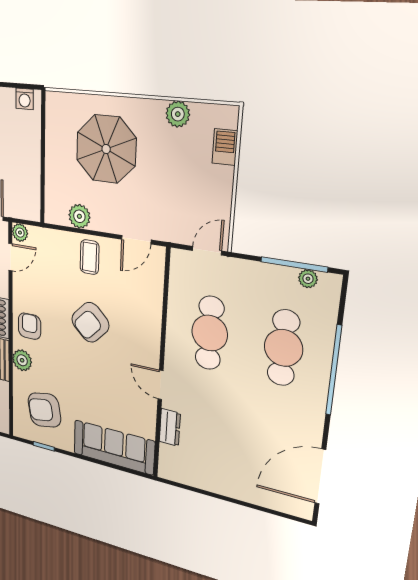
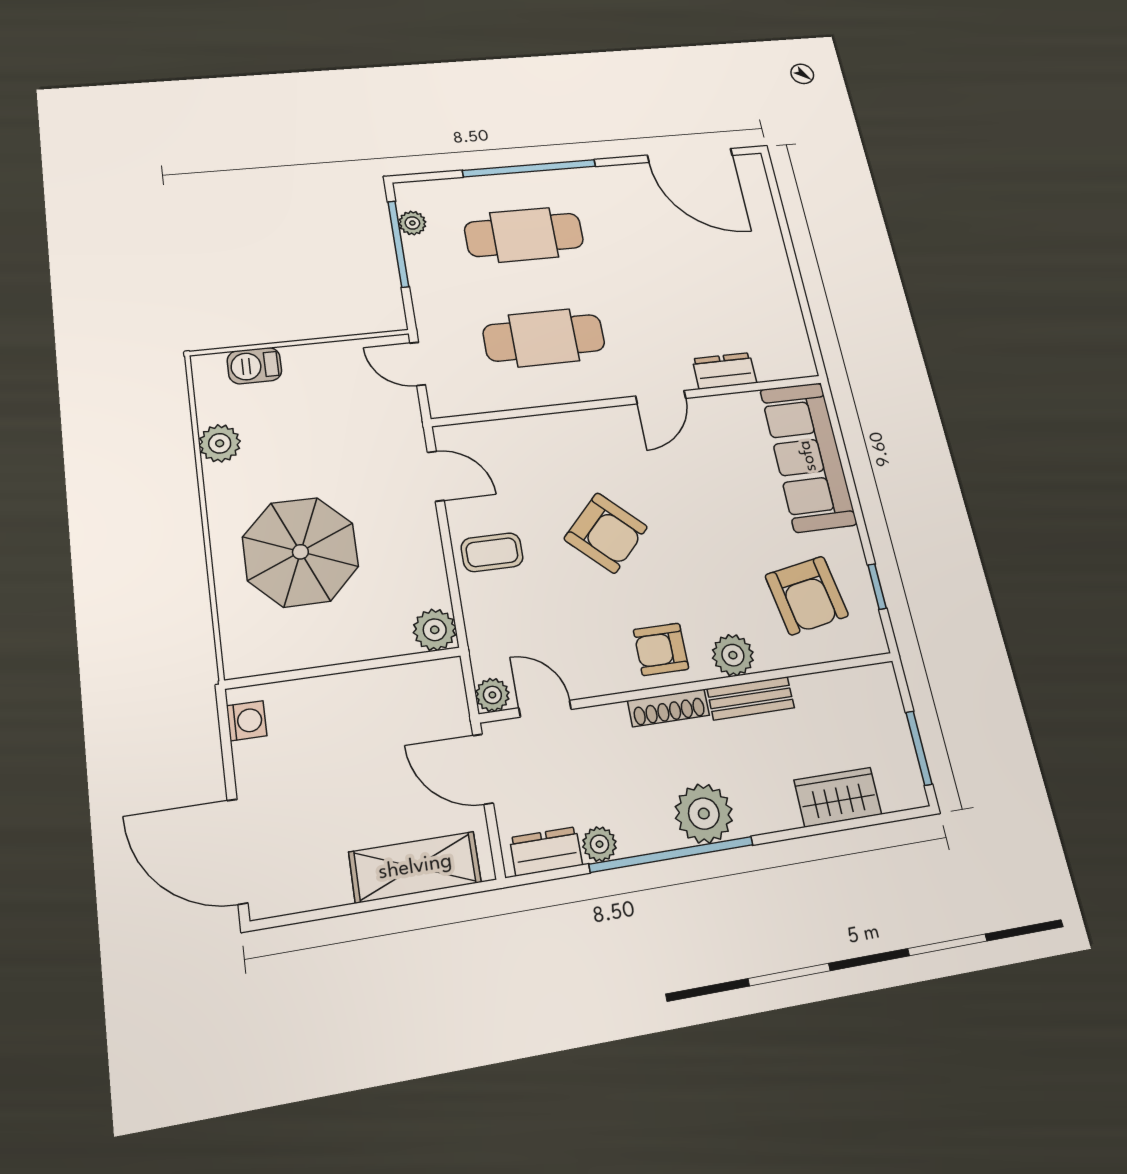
plant: (79, 216) -> (435, 630), moved

